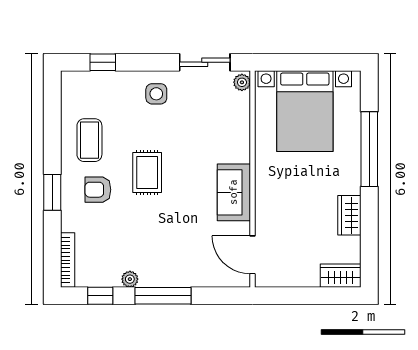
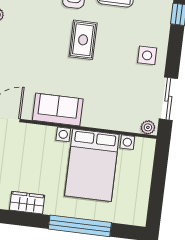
bed with nightstands: (305, 111) -> (92, 165), moved, turned -90
rug: (147, 172) -> (83, 40), turned 90

